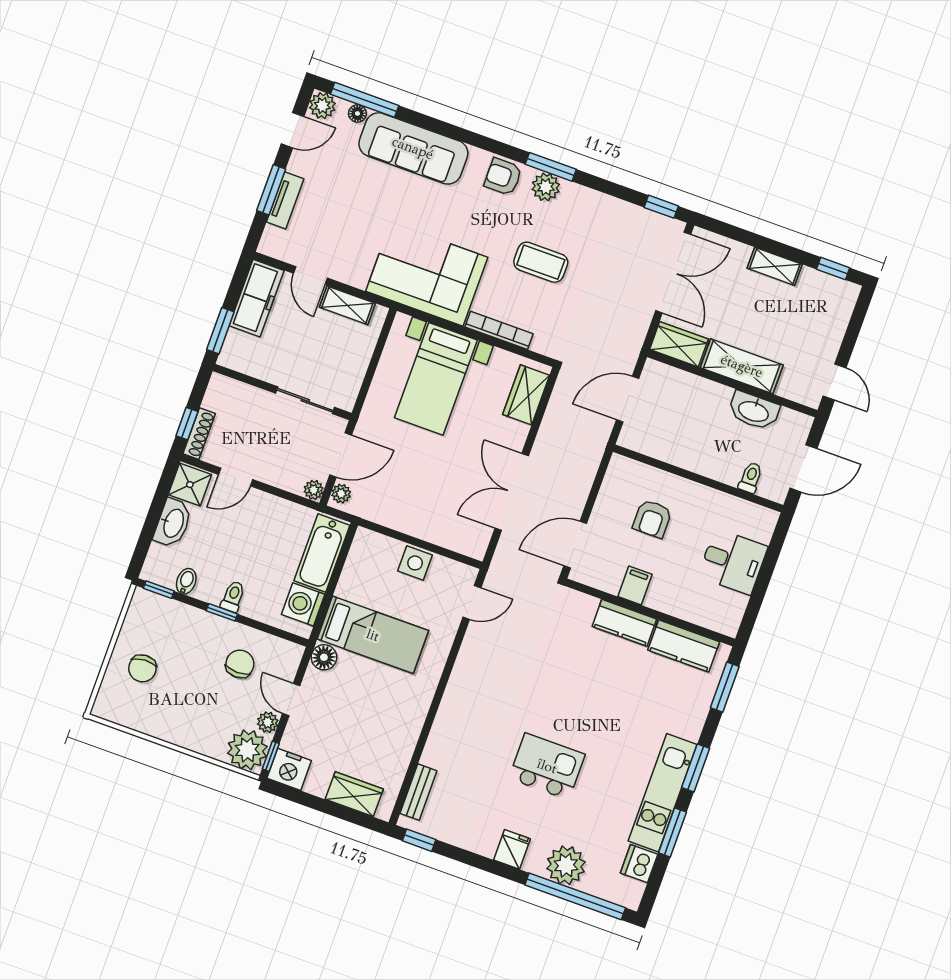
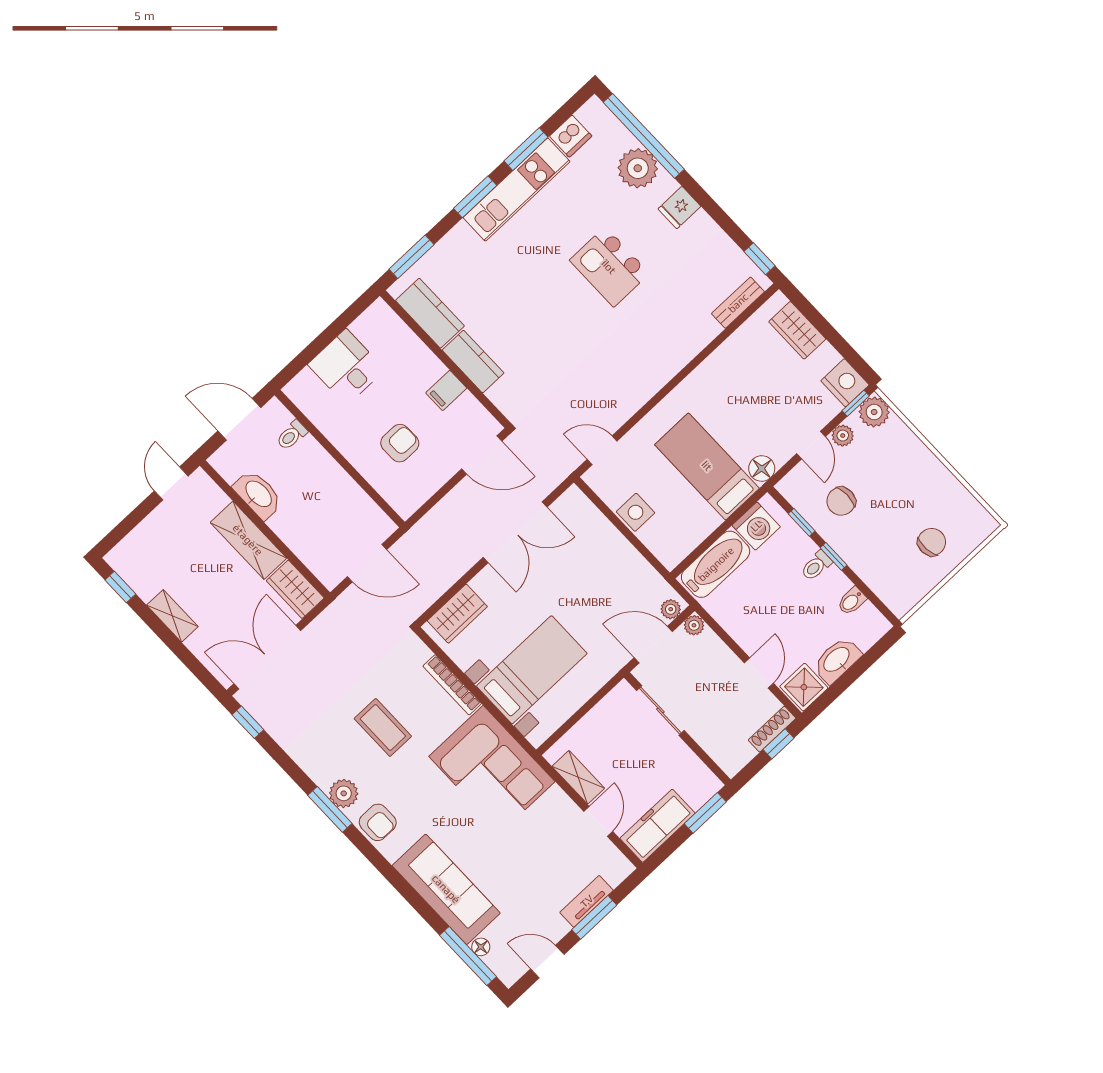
plant: (322, 106) -> (509, 970), removed
door: (236, 477) -> (759, 673), hinge flipped
window: (159, 590) -> (802, 522), moved
plant: (247, 750) -> (874, 412), width x0.73, depth x0.73

